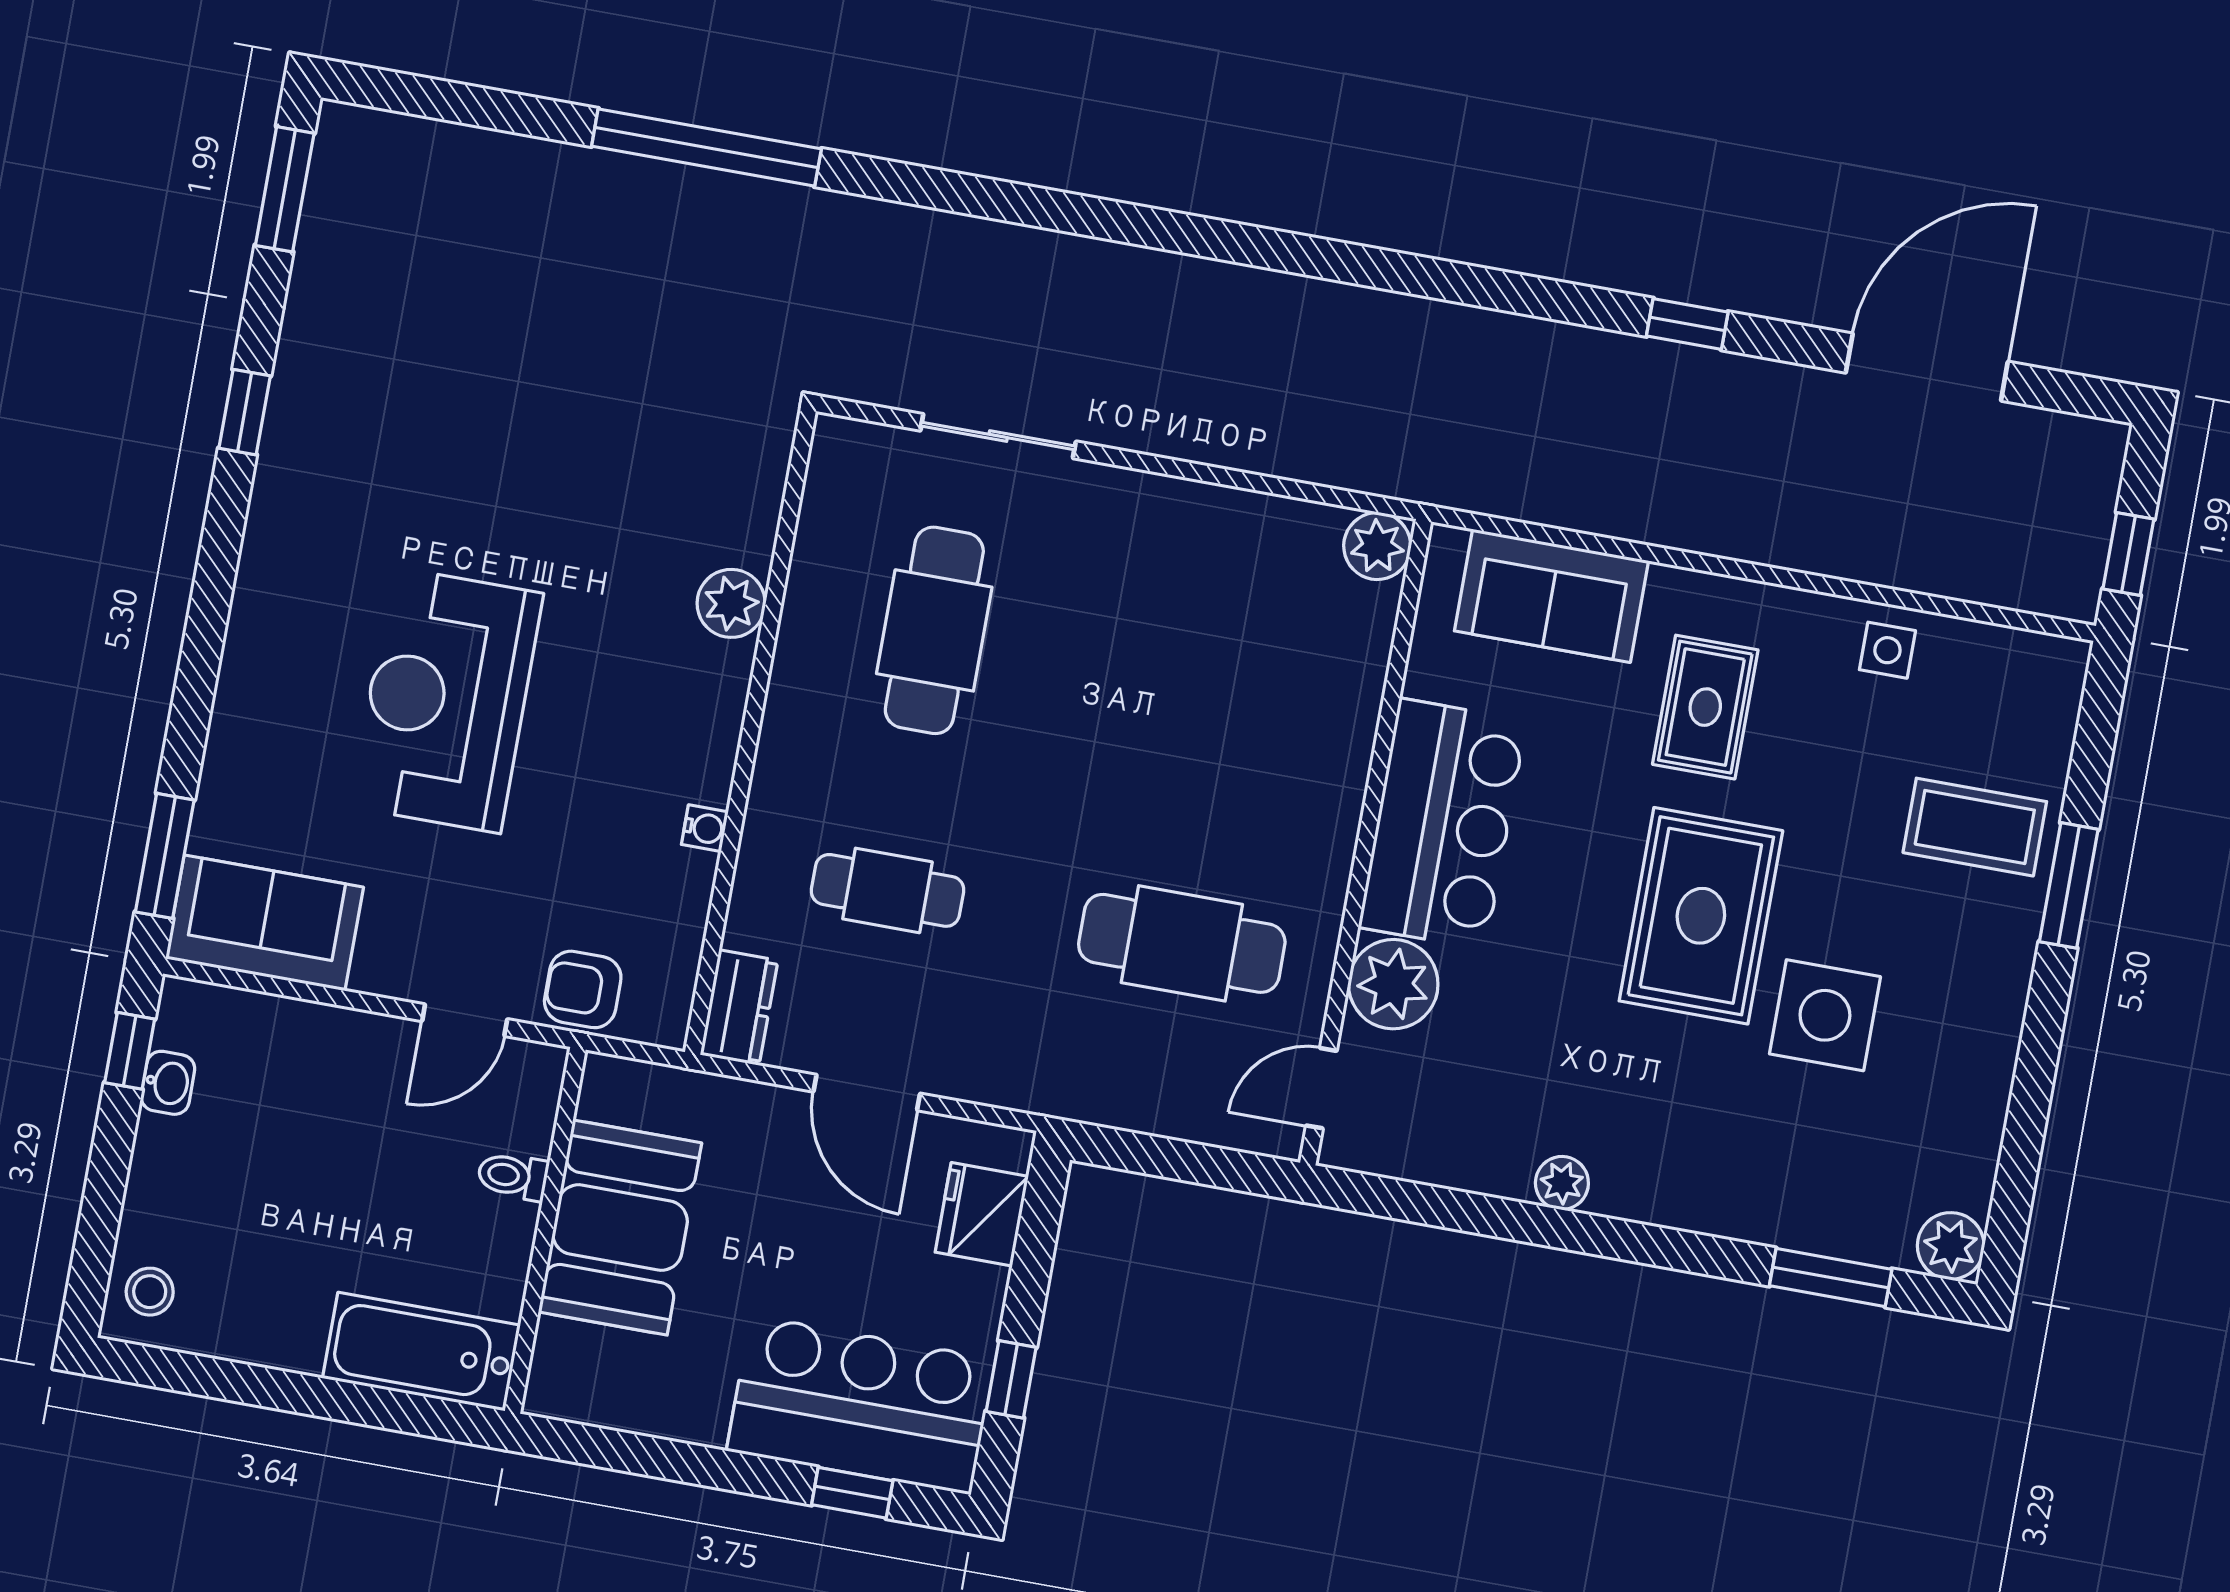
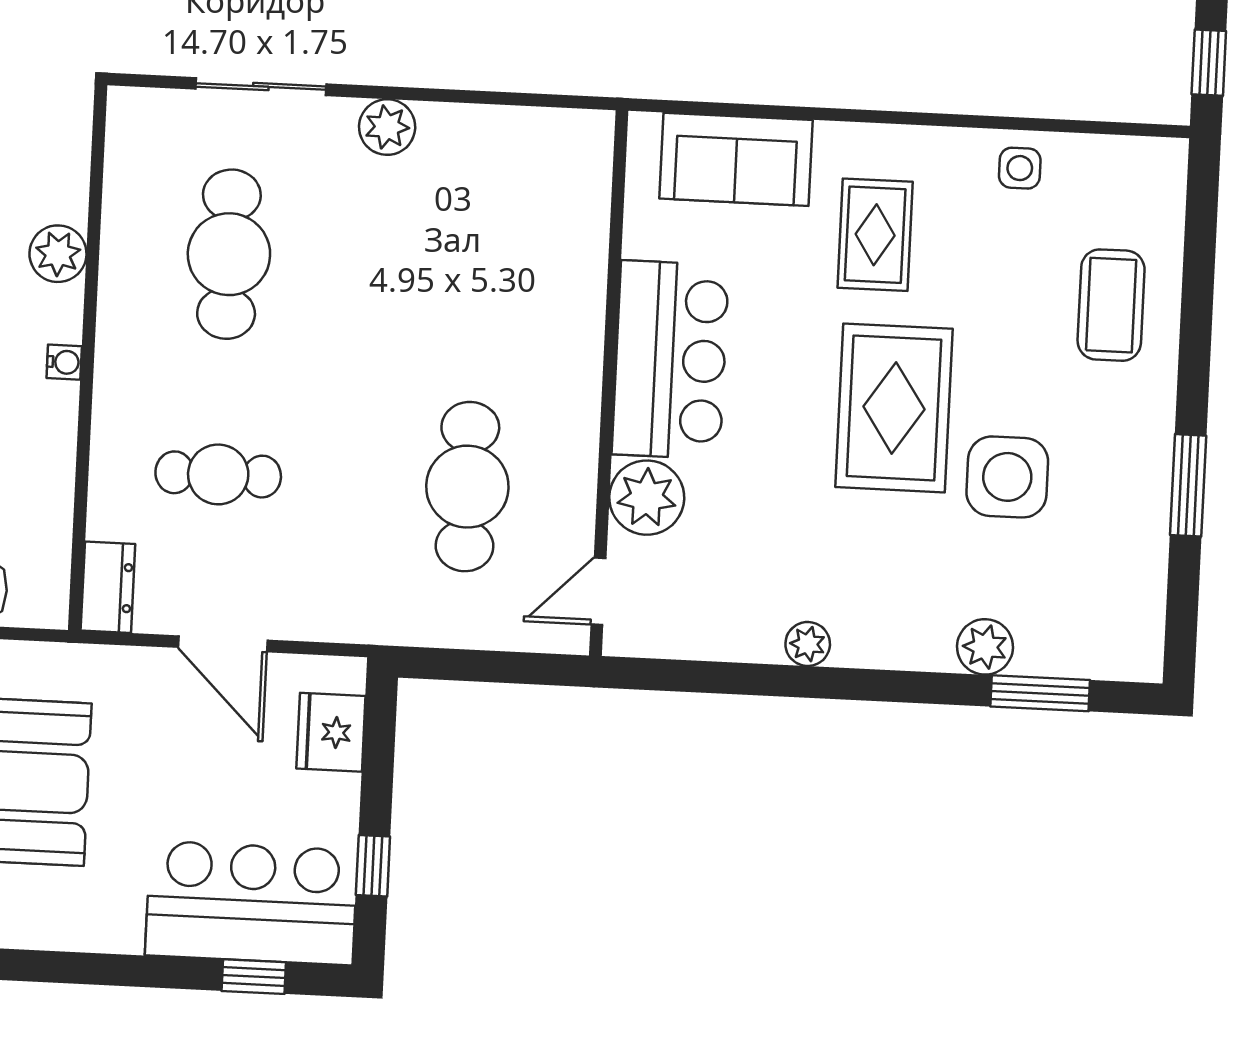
plant: (1377, 546) -> (387, 127), moved
coffee table: (1975, 827) -> (1111, 305), turned 90
water cooler: (705, 828) -> (64, 362), moved
window: (2069, 885) -> (1188, 485), moved
cafe table: (1182, 943) -> (467, 487), turned 90
plant: (1951, 1246) -> (985, 647), moved

